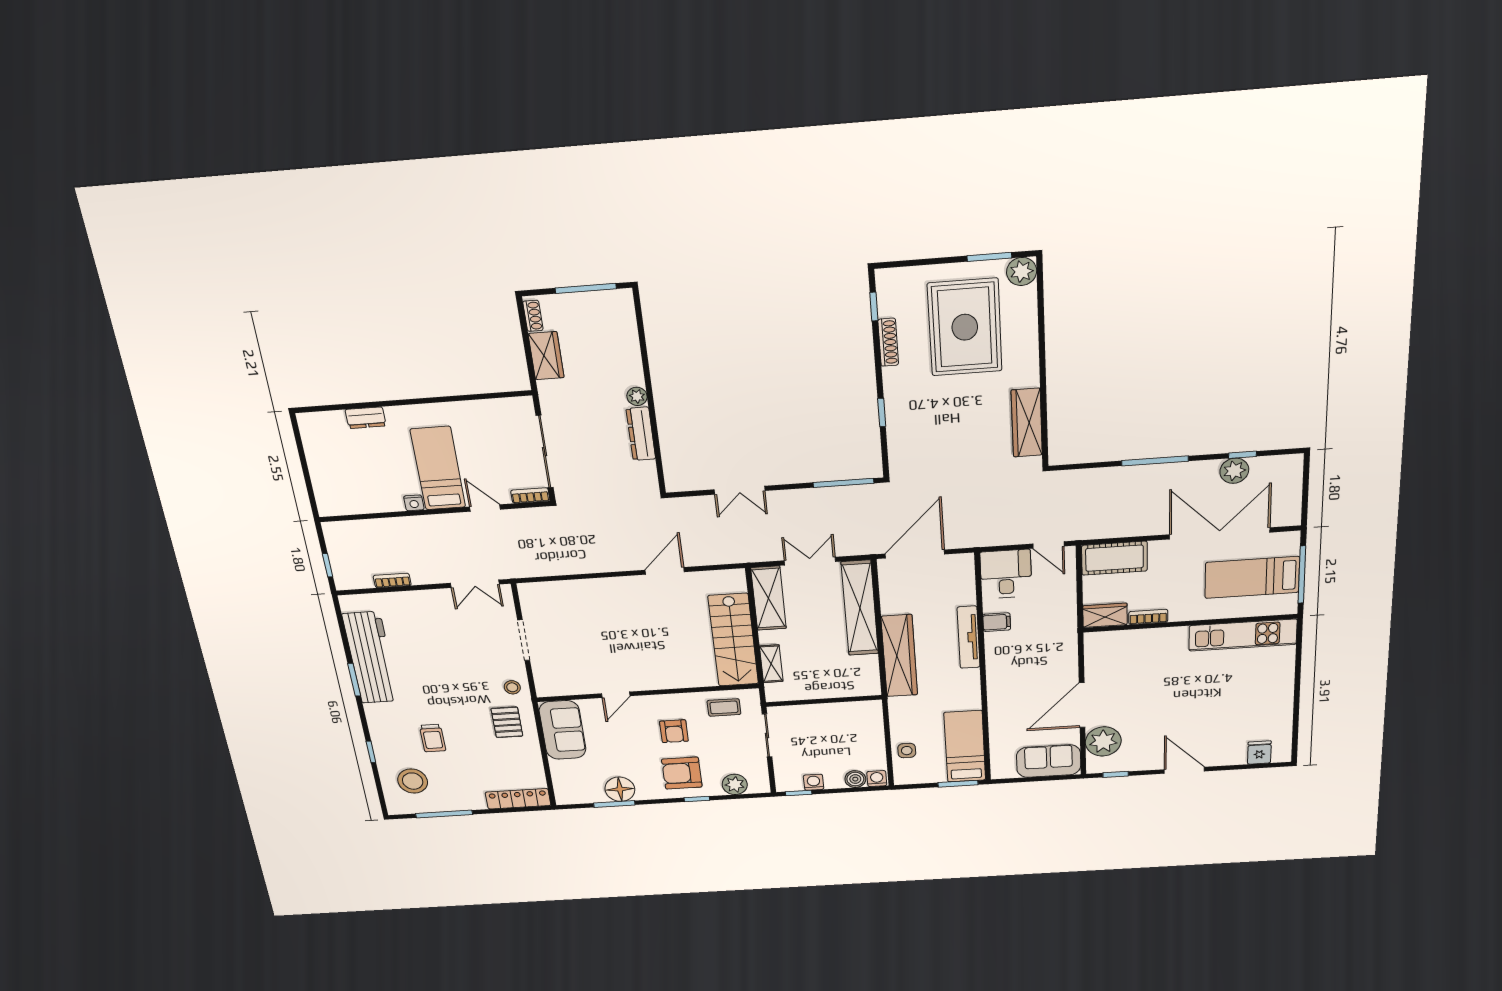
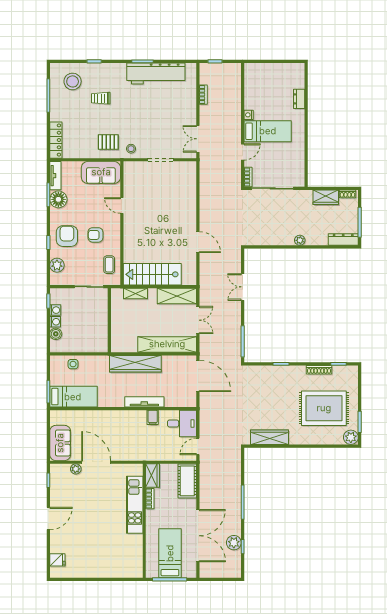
dresser: (641, 434) -> (343, 240), moved
kitchen unit: (1243, 635) -> (135, 505), moved
plant: (1103, 741) -> (76, 469), width x0.53, depth x0.53
washing machine: (877, 779) -> (55, 322), moved
tv unit: (579, 796) -> (55, 176), added

